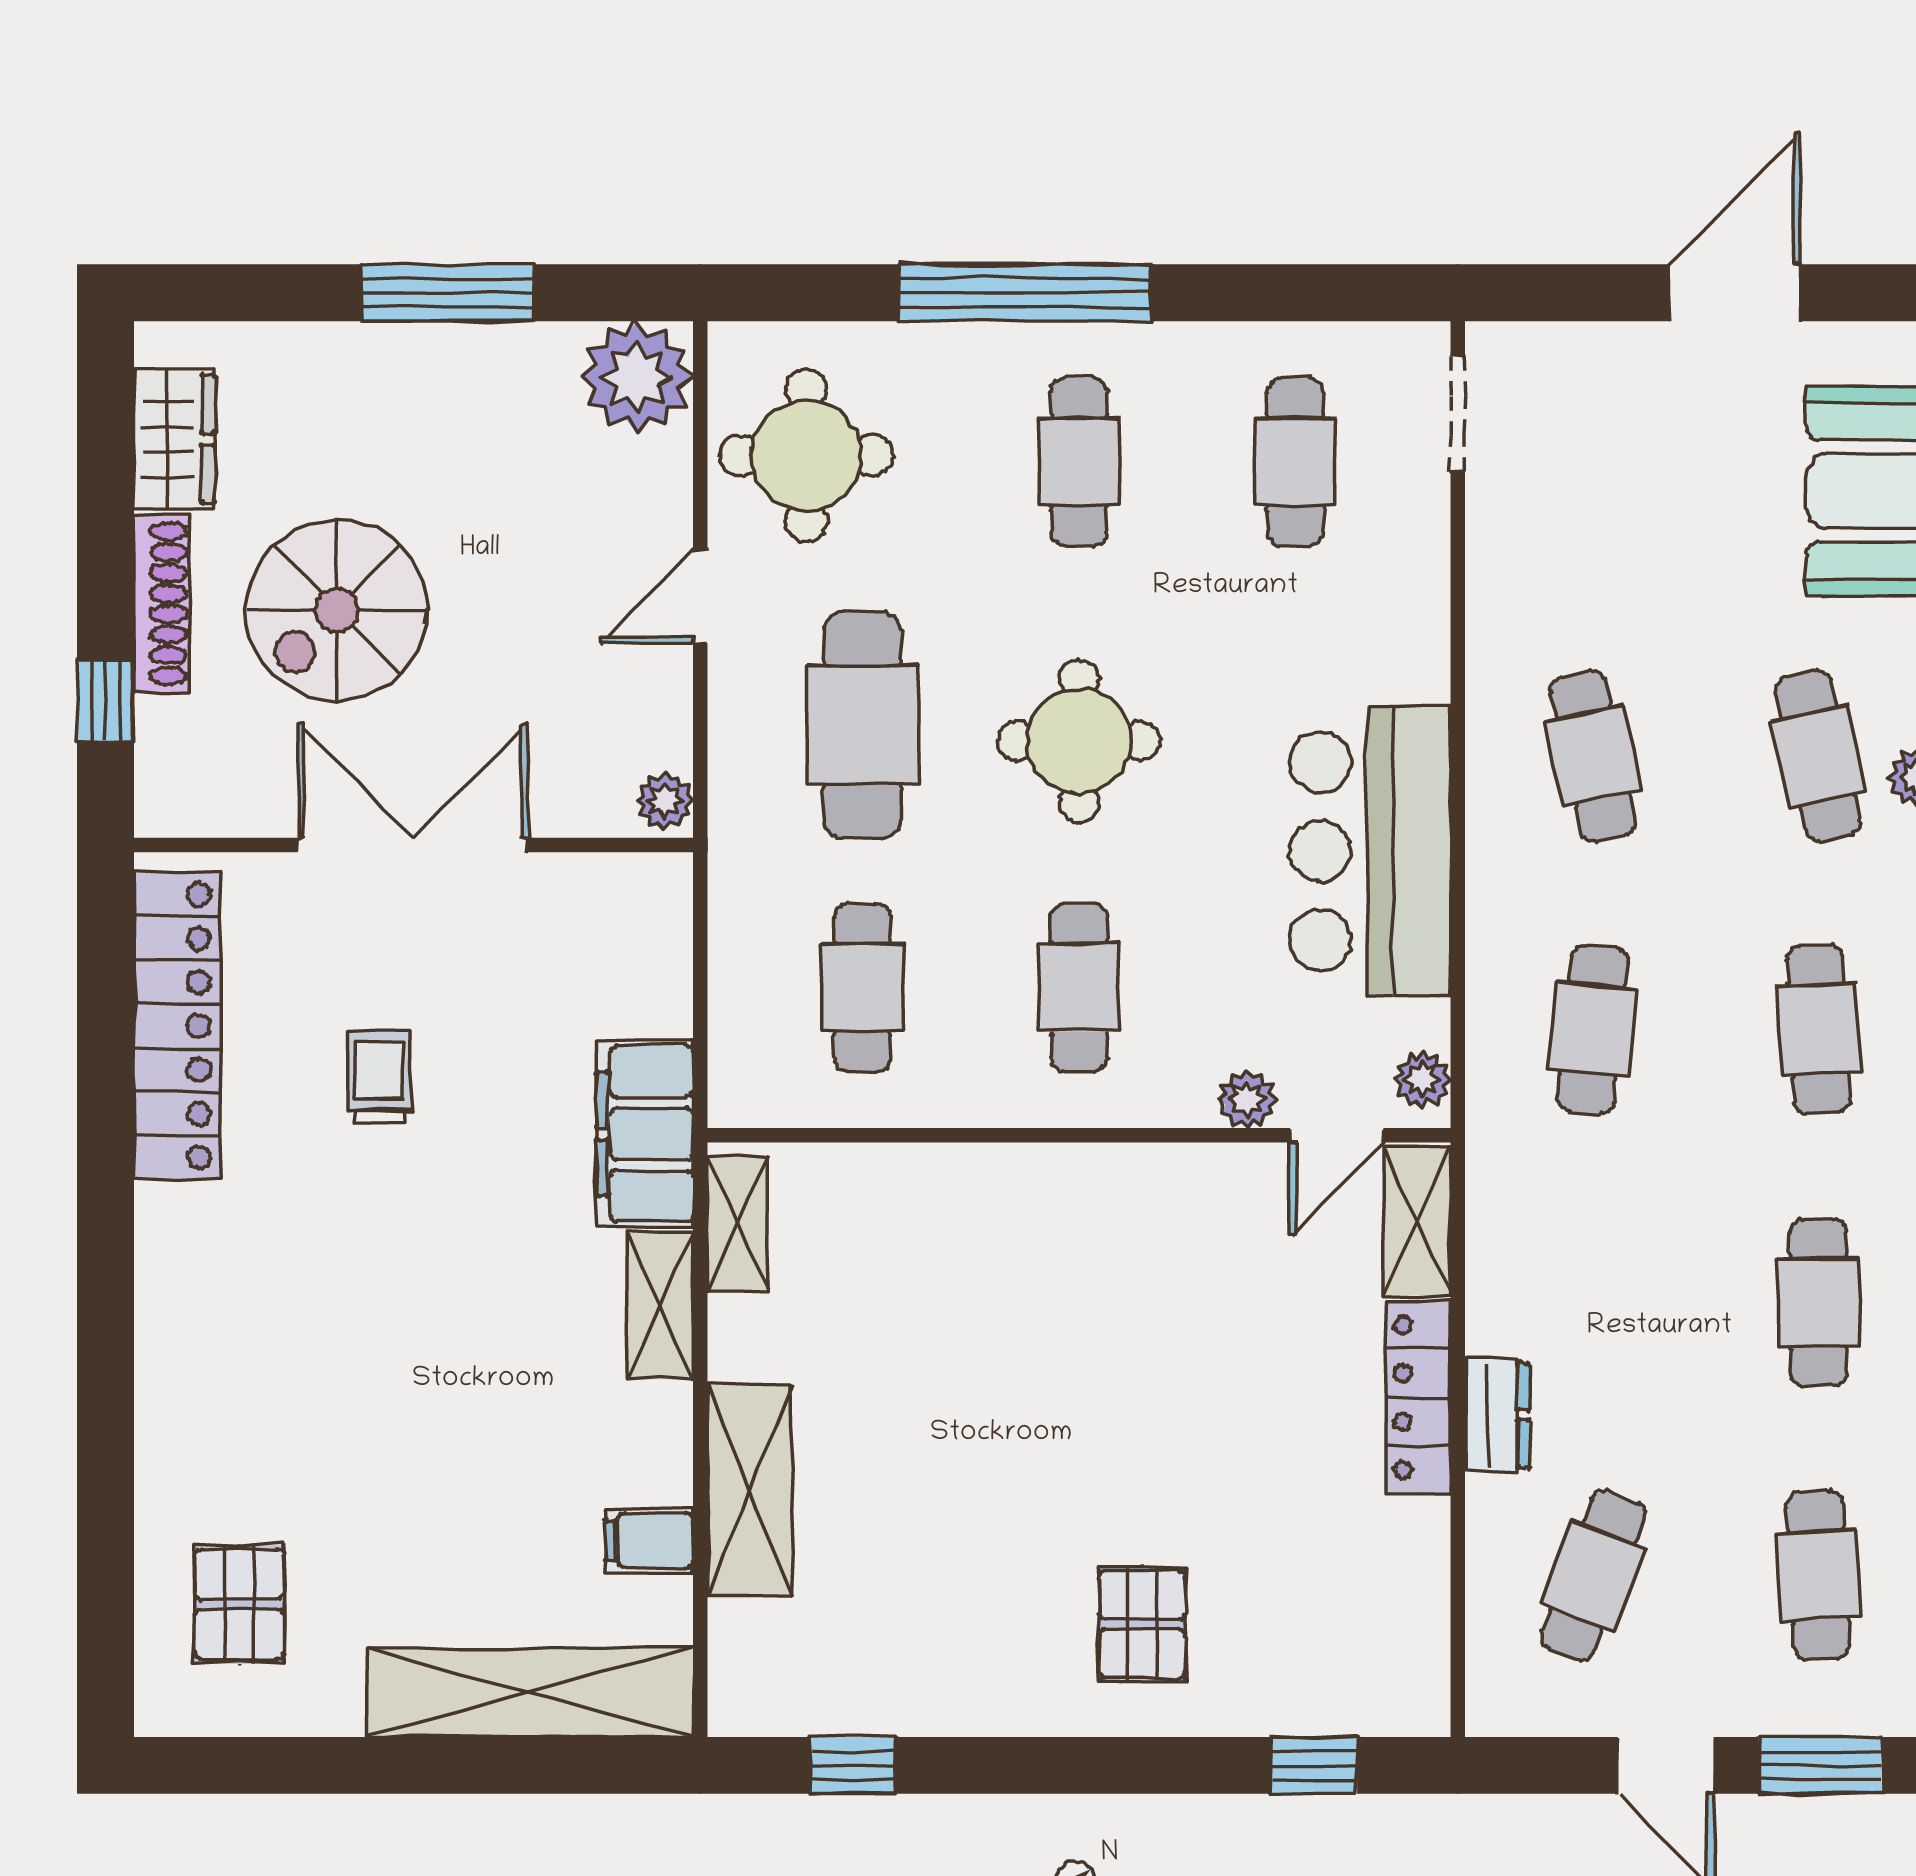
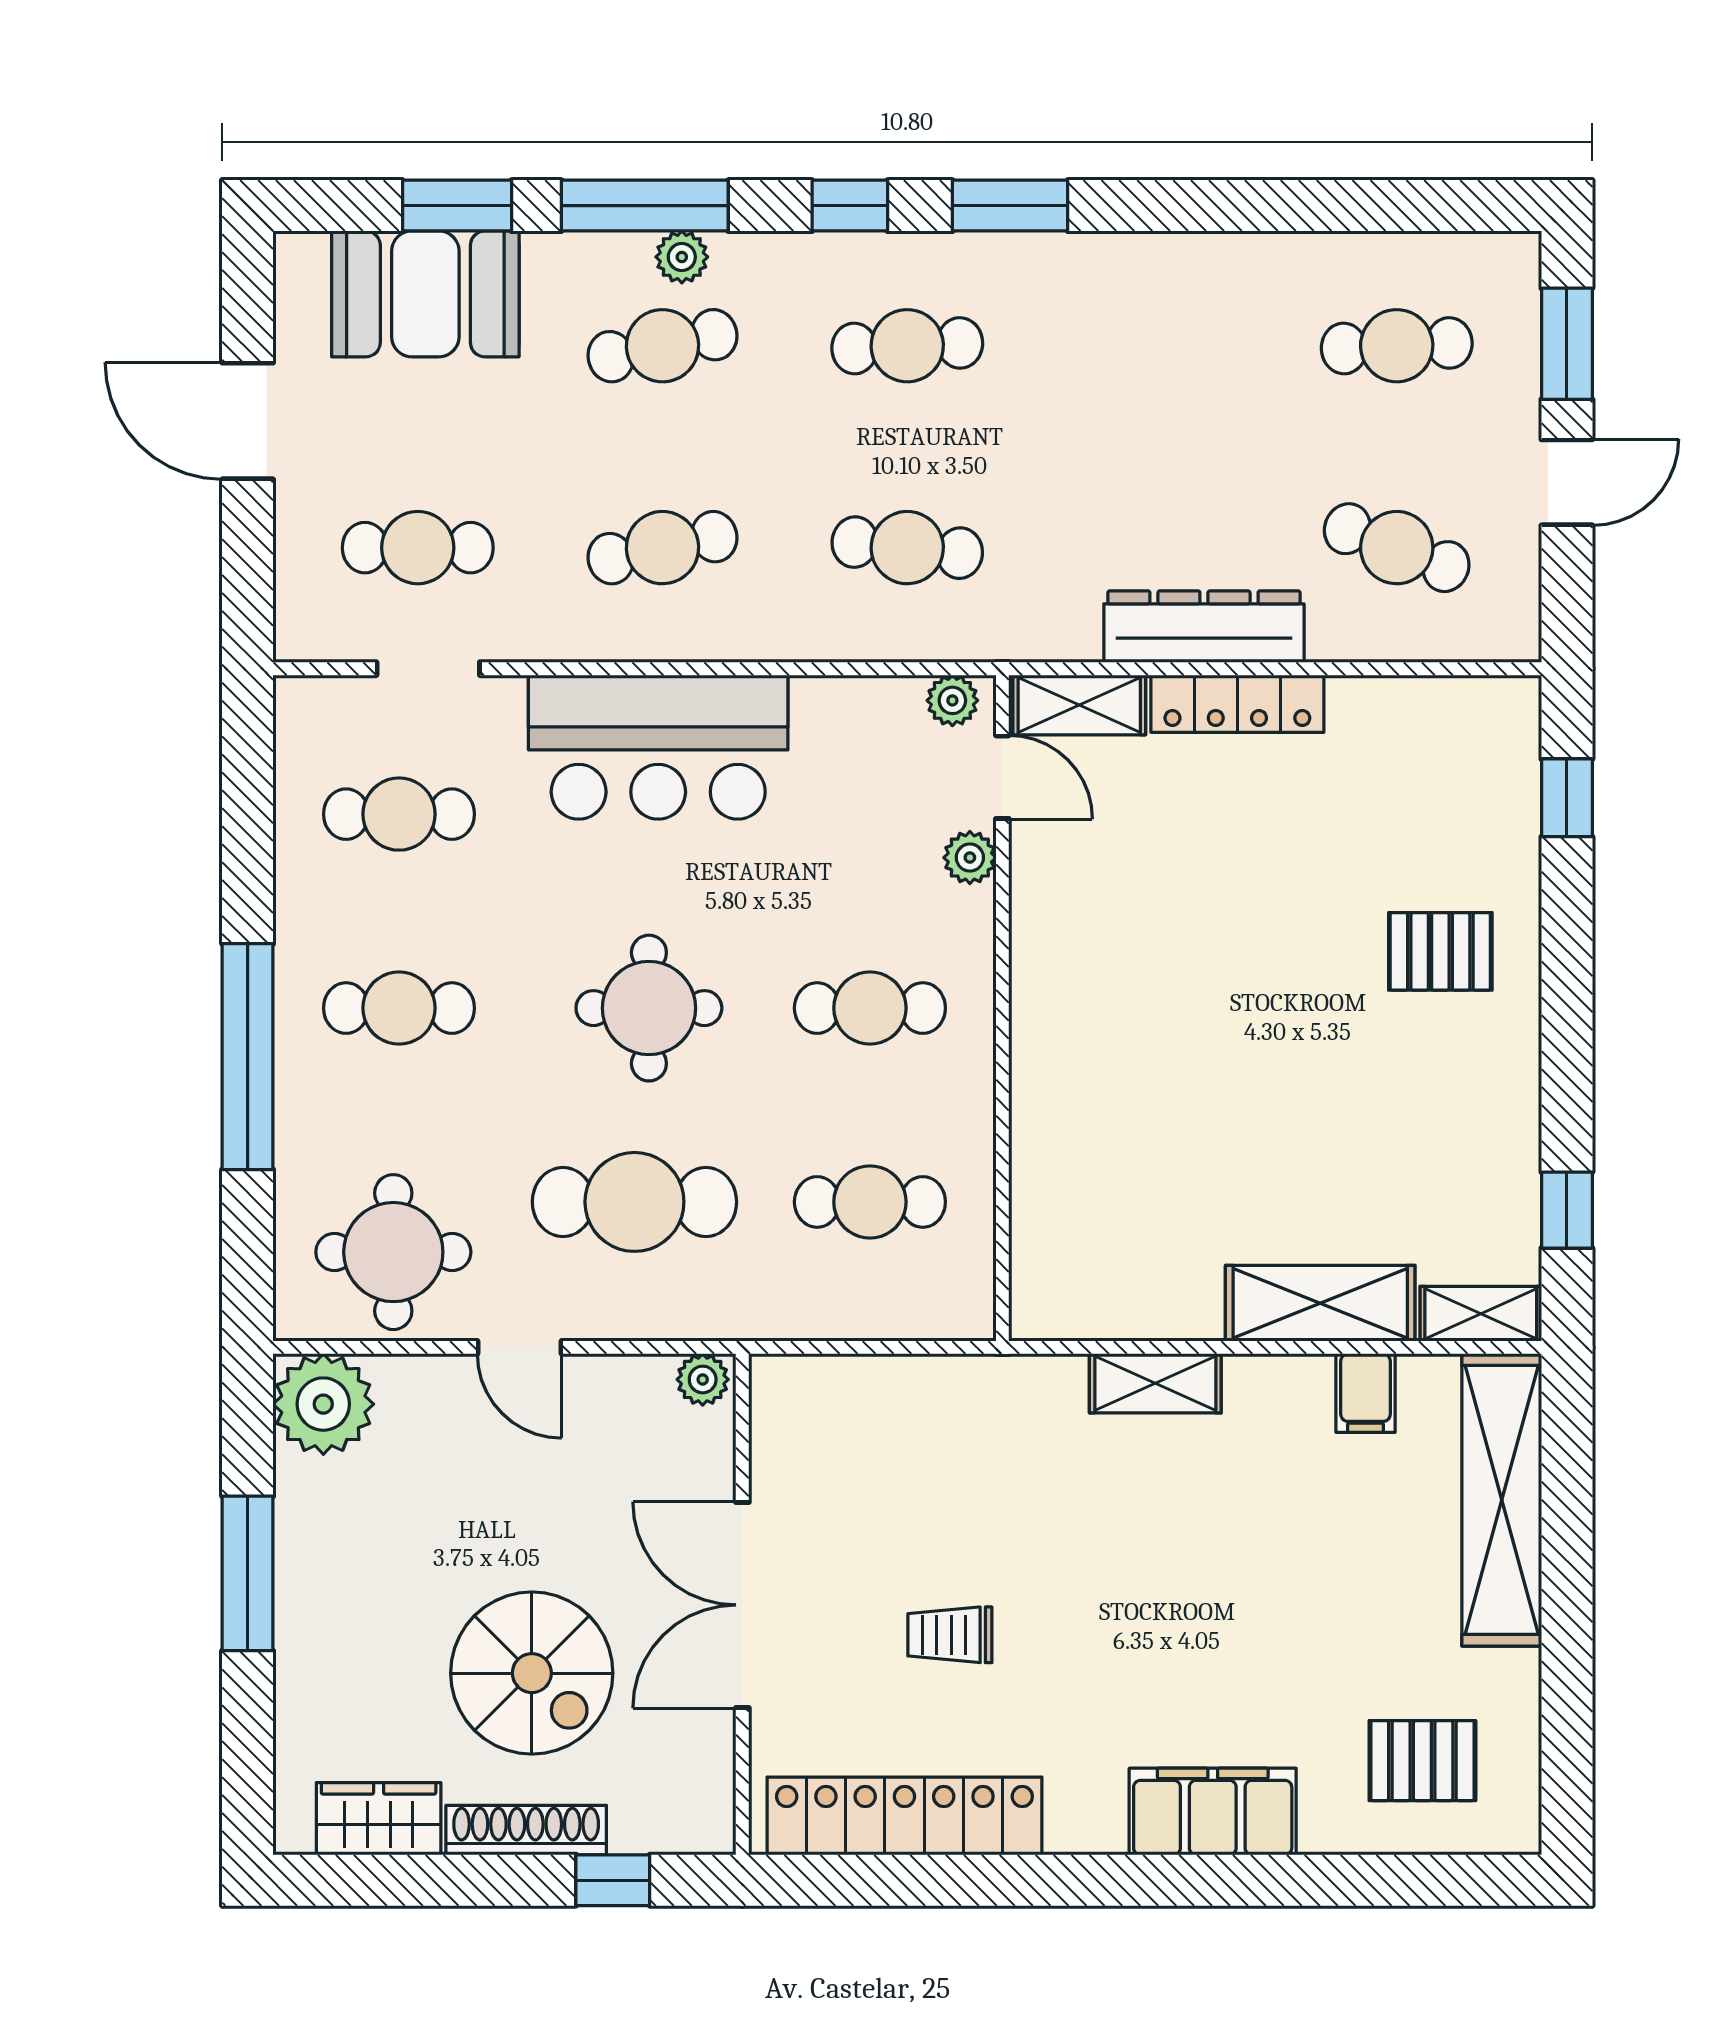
doorway: (1458, 414) -> (428, 669), moved
bar counter: (1370, 851) -> (658, 747), moved
filing cabinet: (645, 1134) -> (1213, 1812), moved, turned 180
shelving: (738, 1224) -> (1481, 1314), moved
cafe table: (1818, 1302) -> (418, 548), moved
dresser: (1497, 1415) -> (1204, 627), width x1.96, depth x1.24

